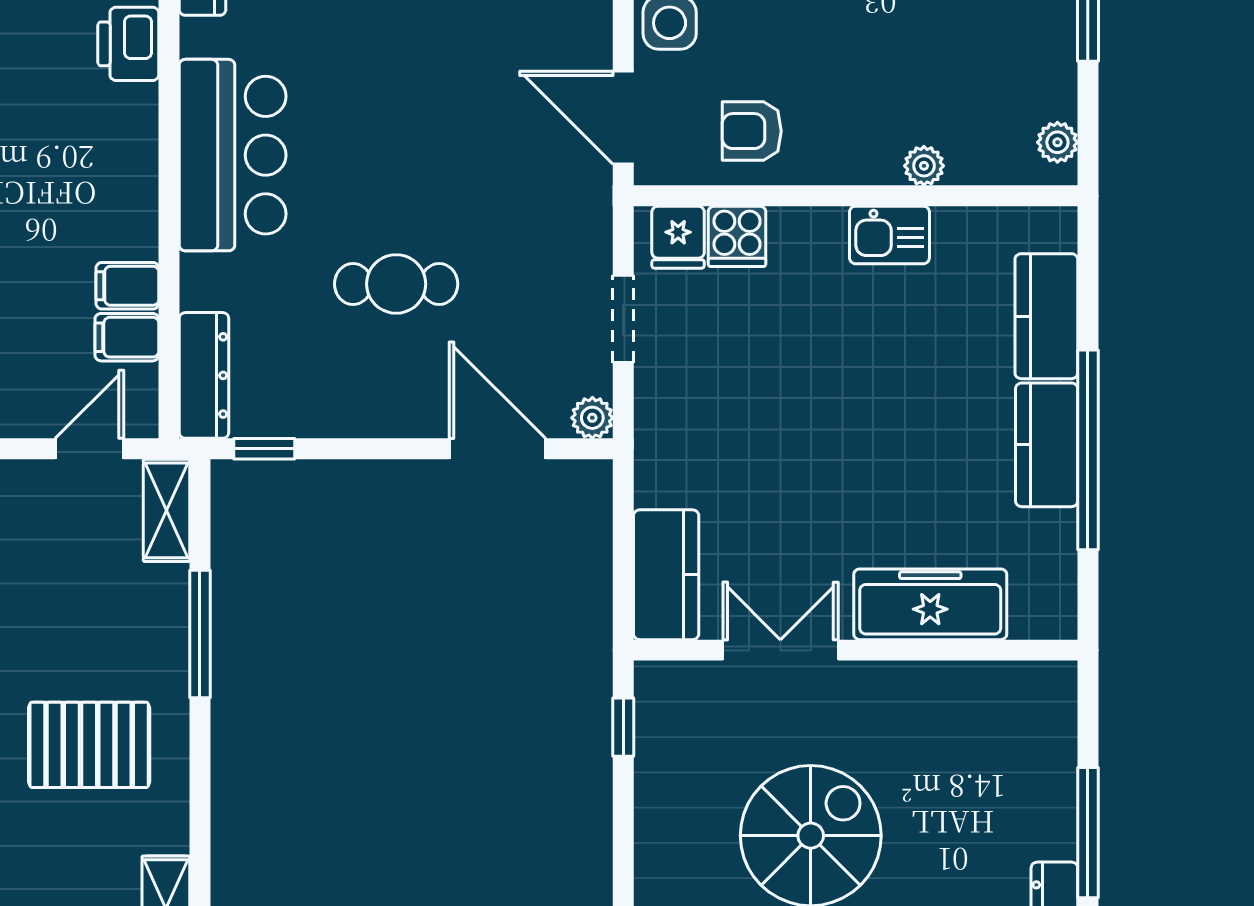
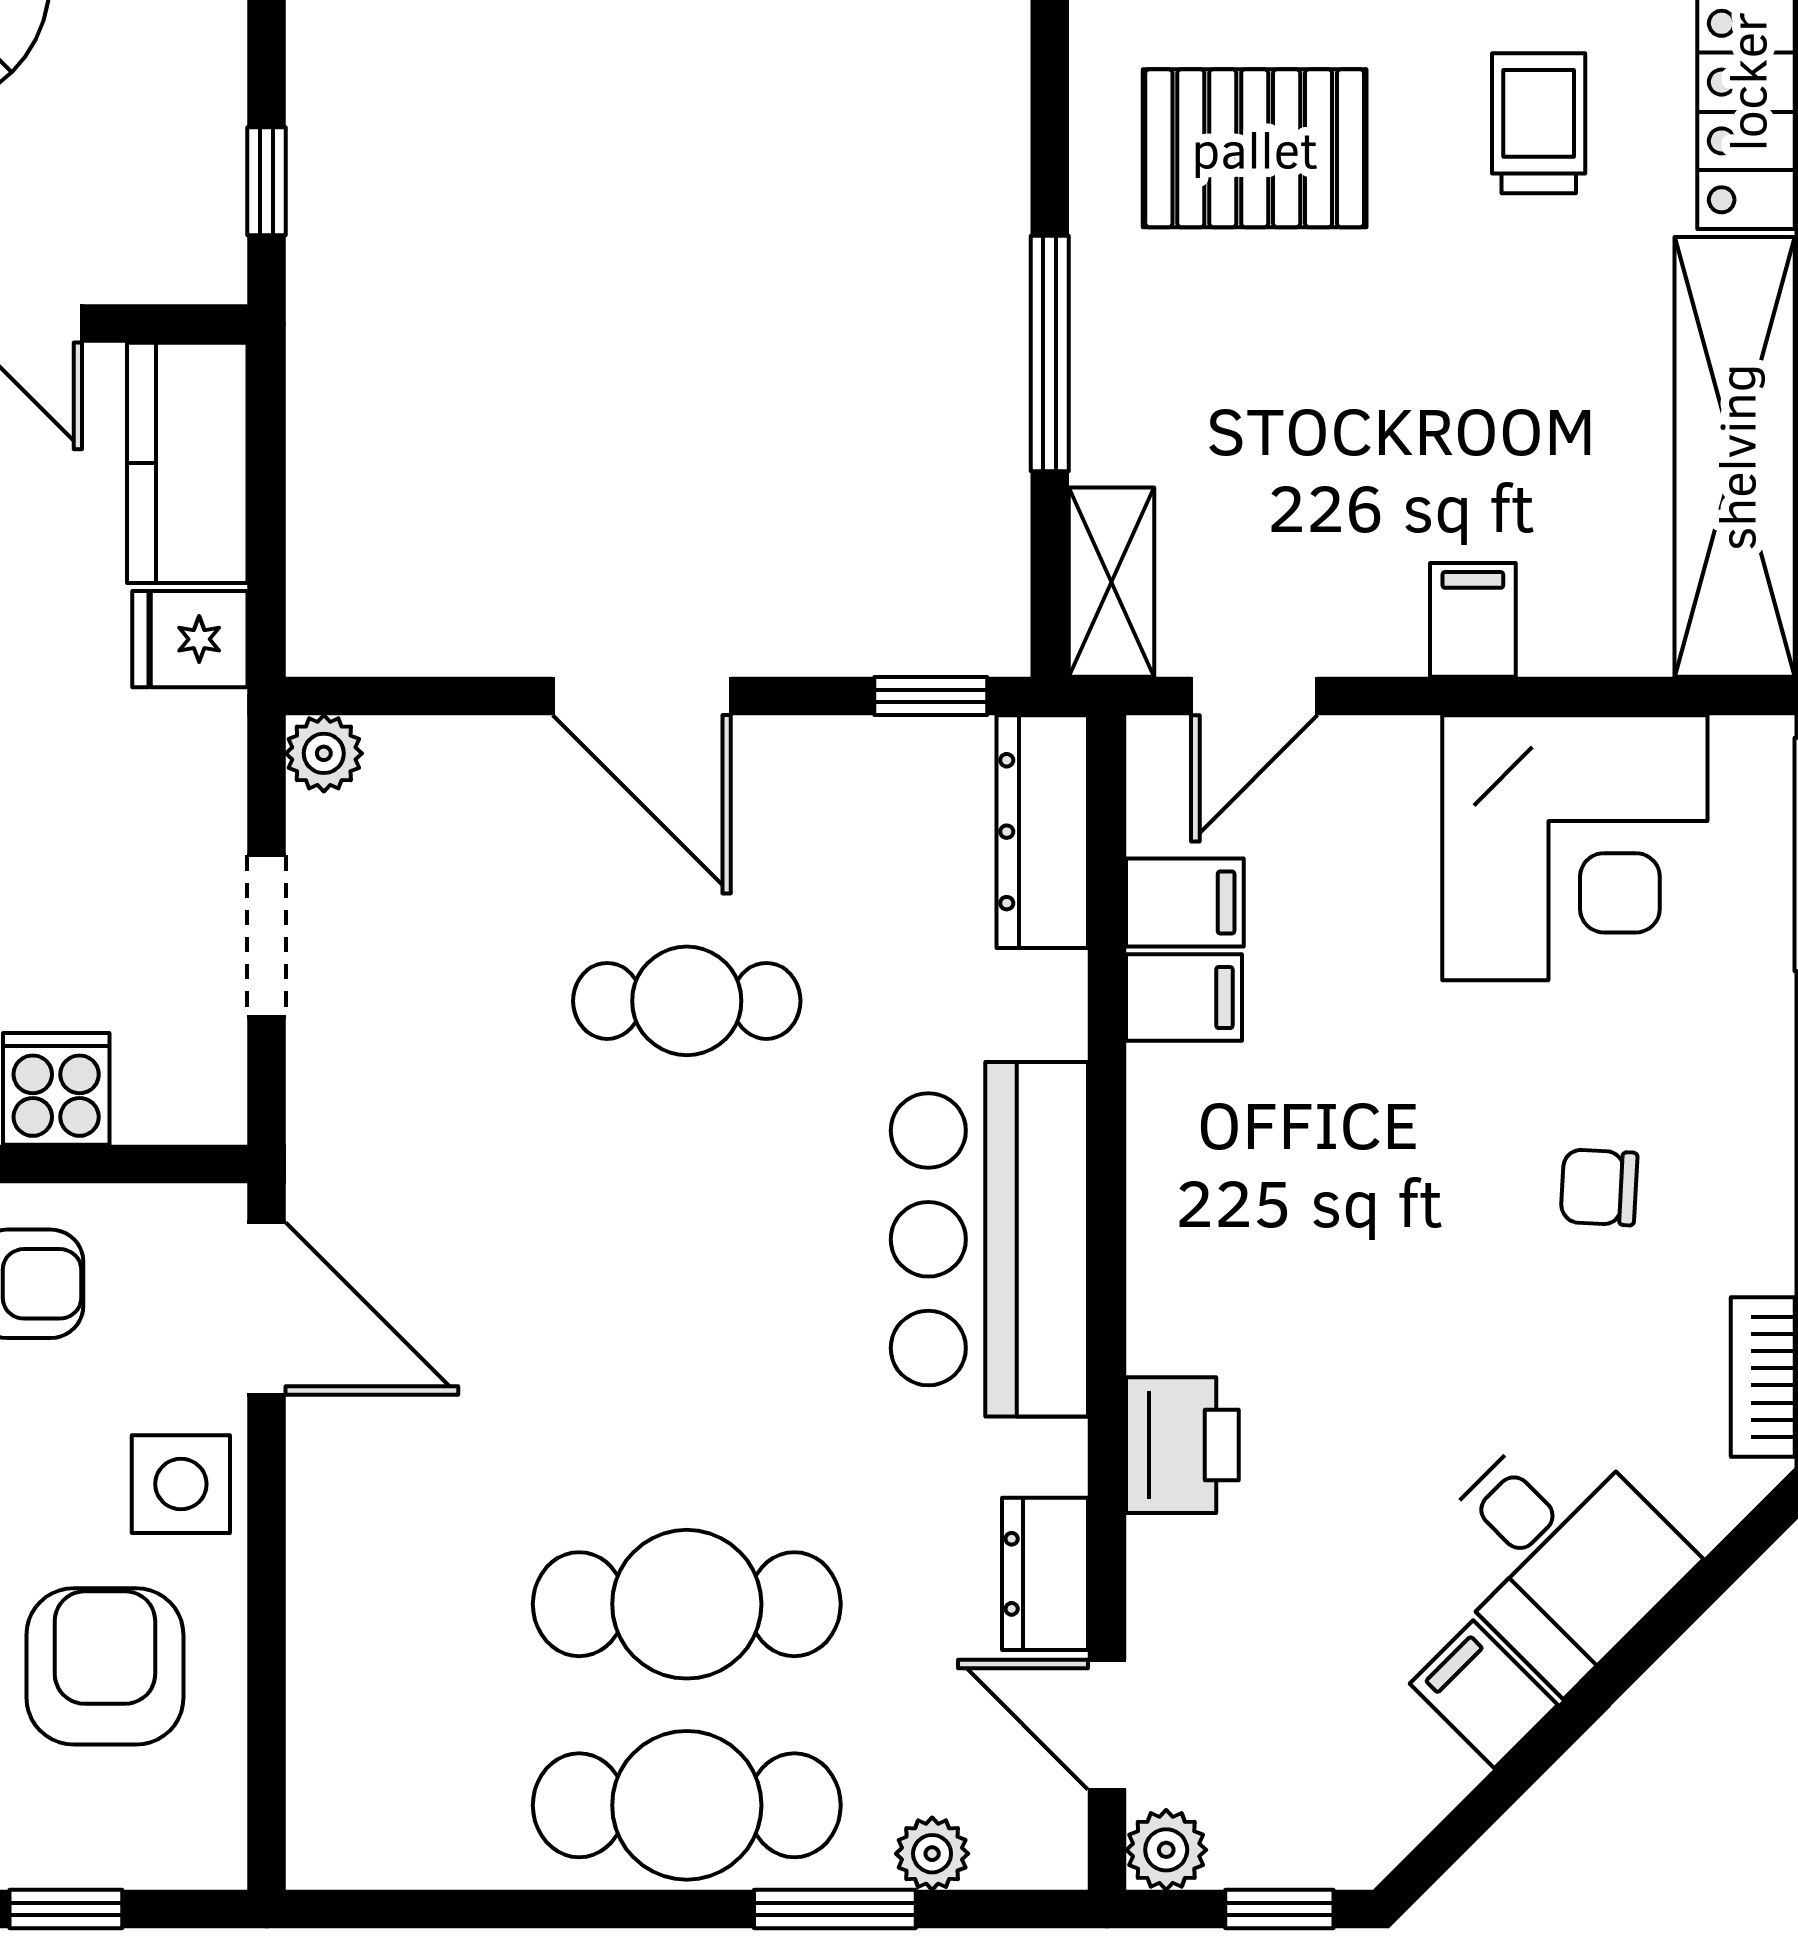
fridge: (678, 237) -> (190, 639), moved, turned -90
door: (497, 449) -> (642, 696), moved

